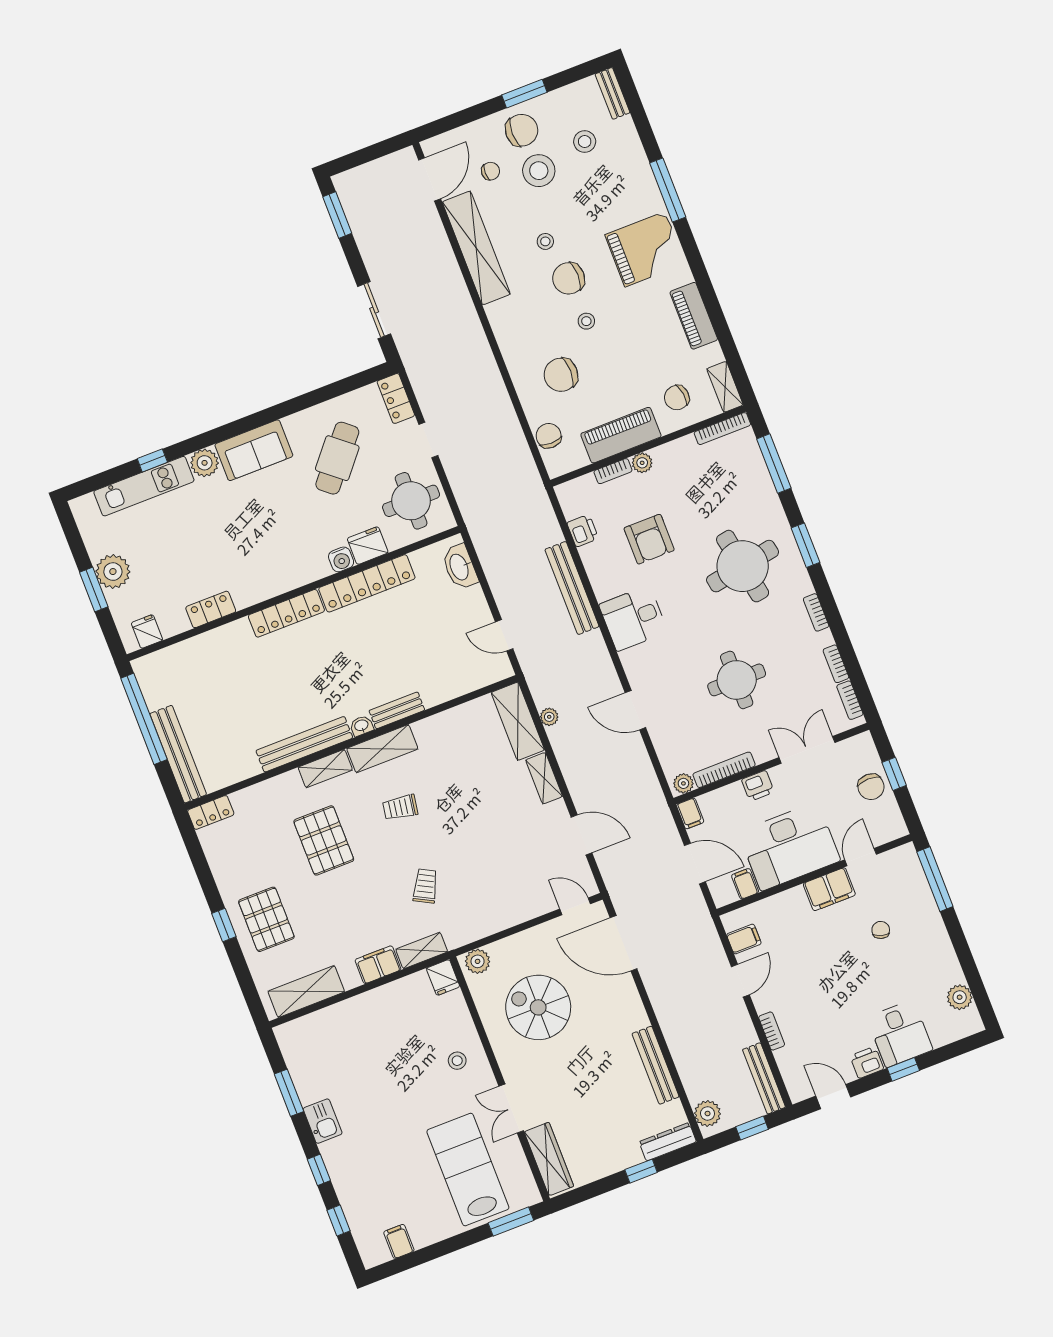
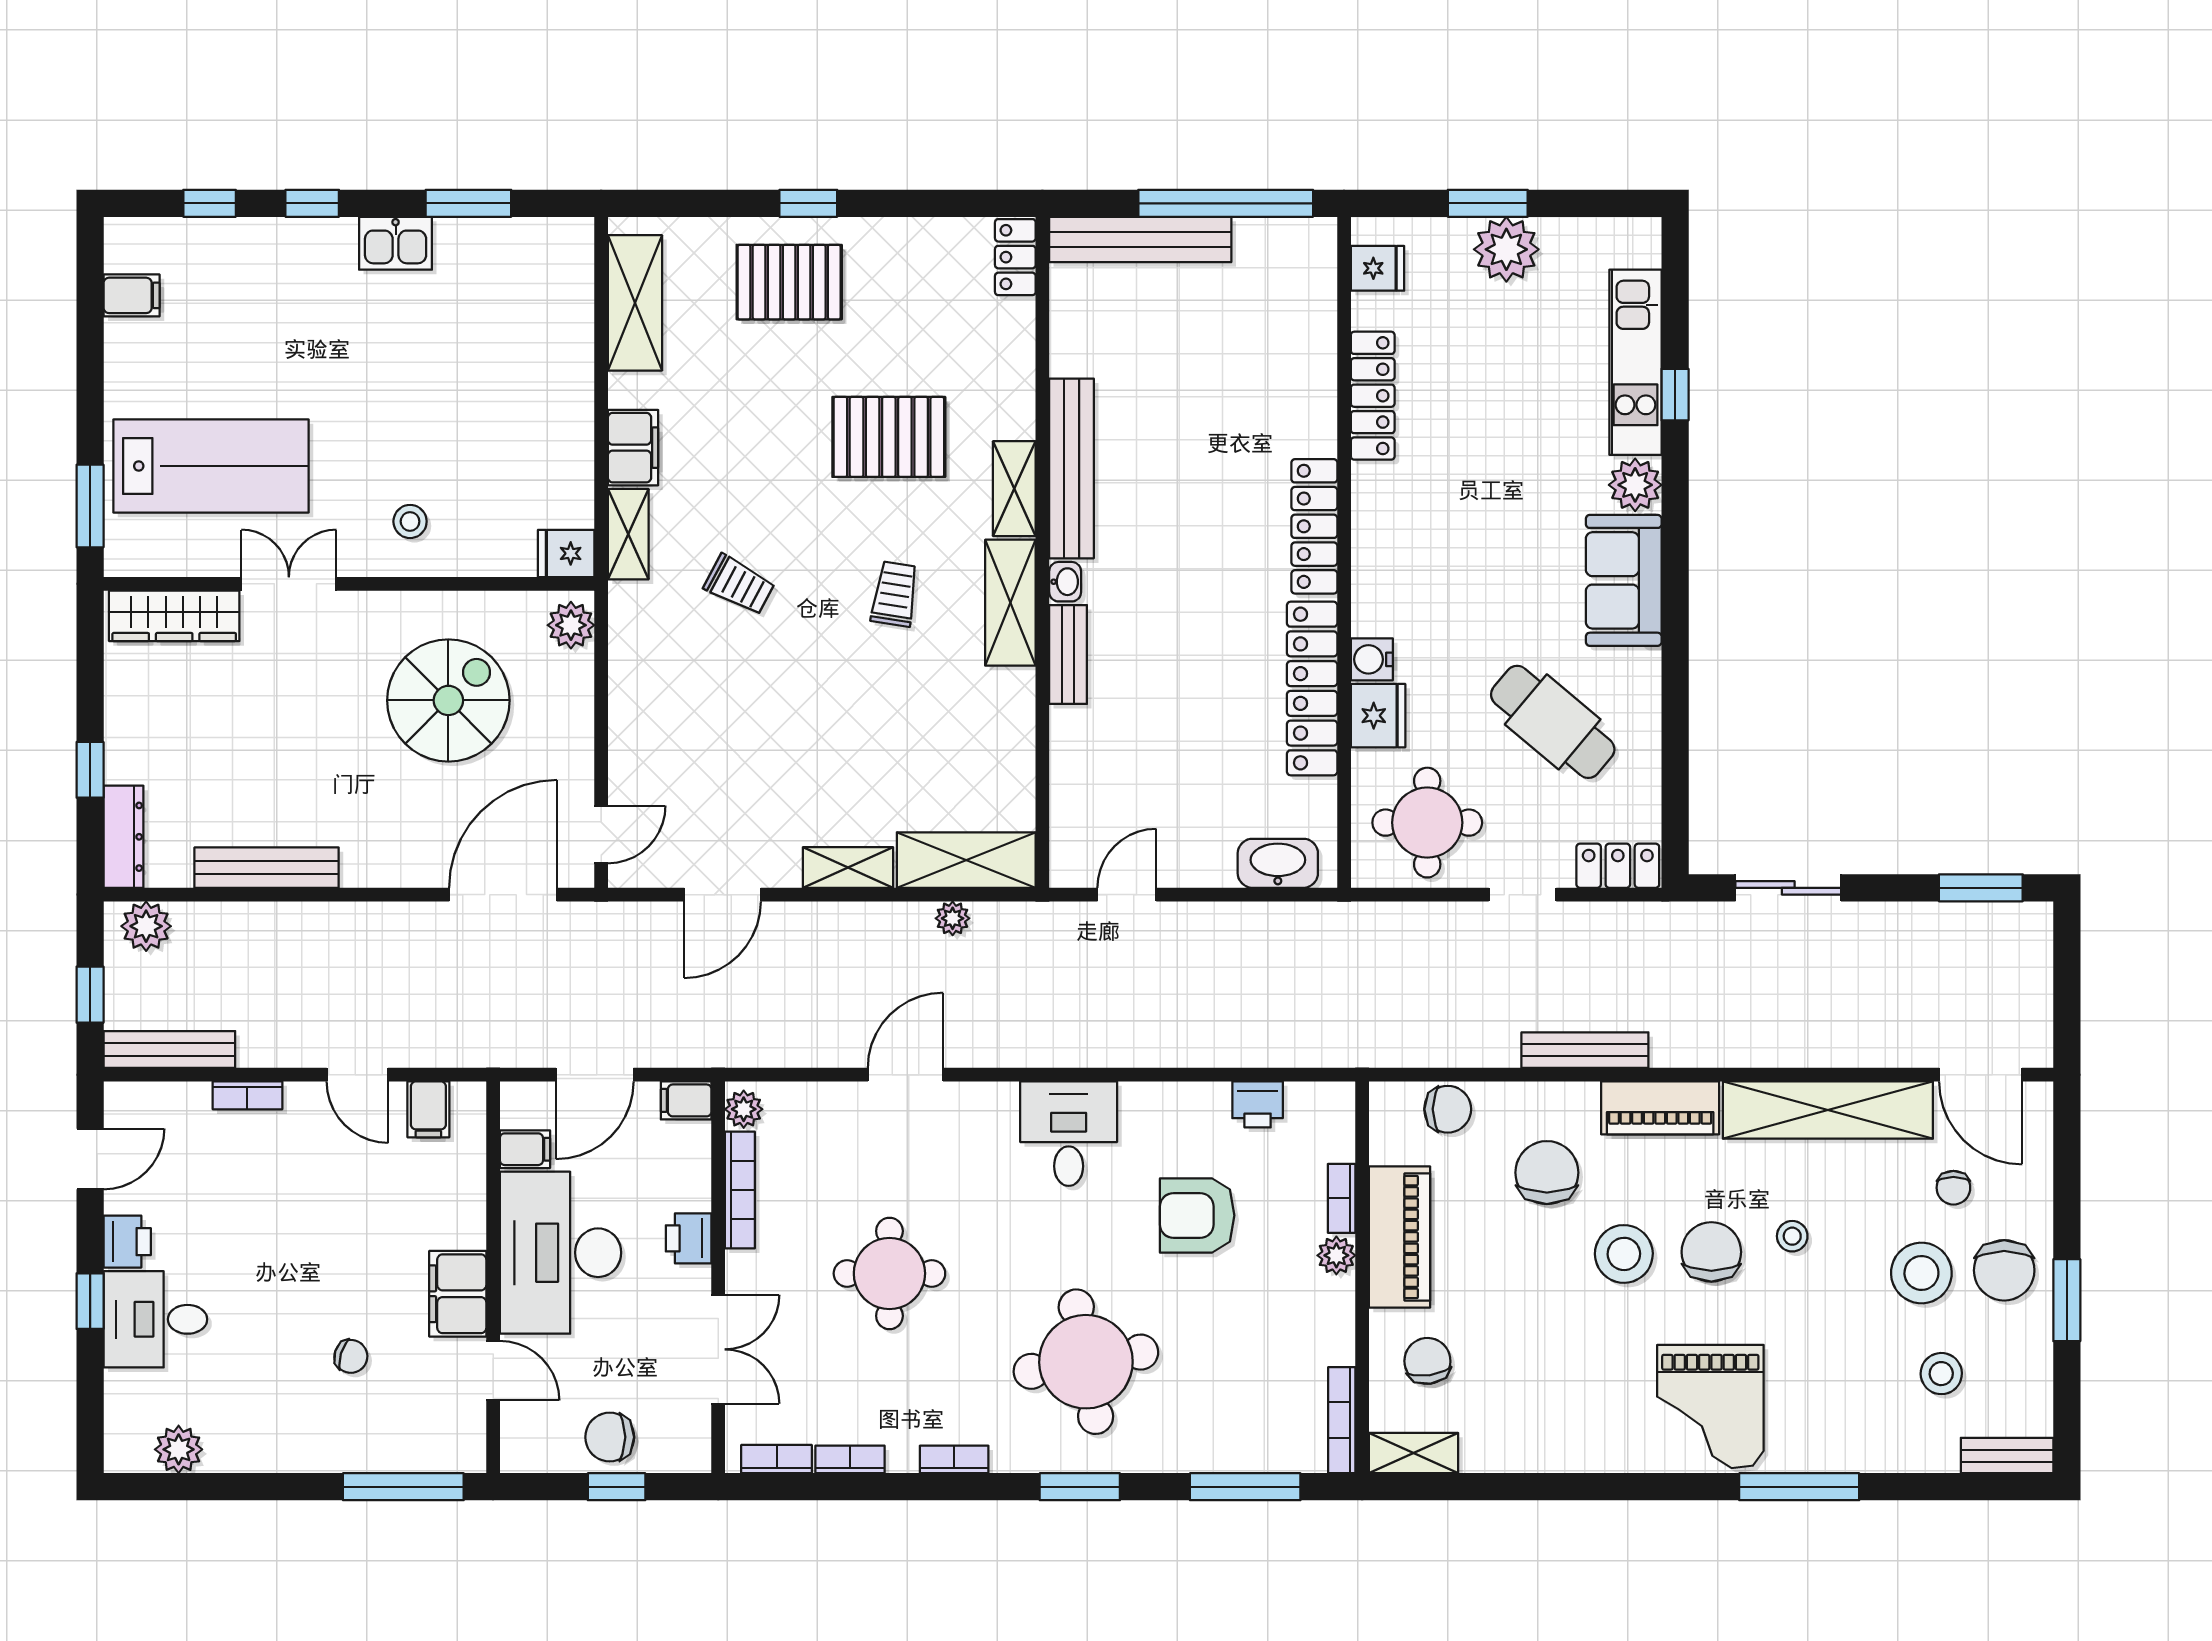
piano: (694, 316) -> (1660, 1108), moved, turned 180
stool: (586, 321) -> (1624, 1254), width x1.89, depth x1.89
bench: (572, 588) -> (1585, 1050), moved, width x0.73, depth x0.82
locker: (211, 609) -> (1373, 396), width x1.53

